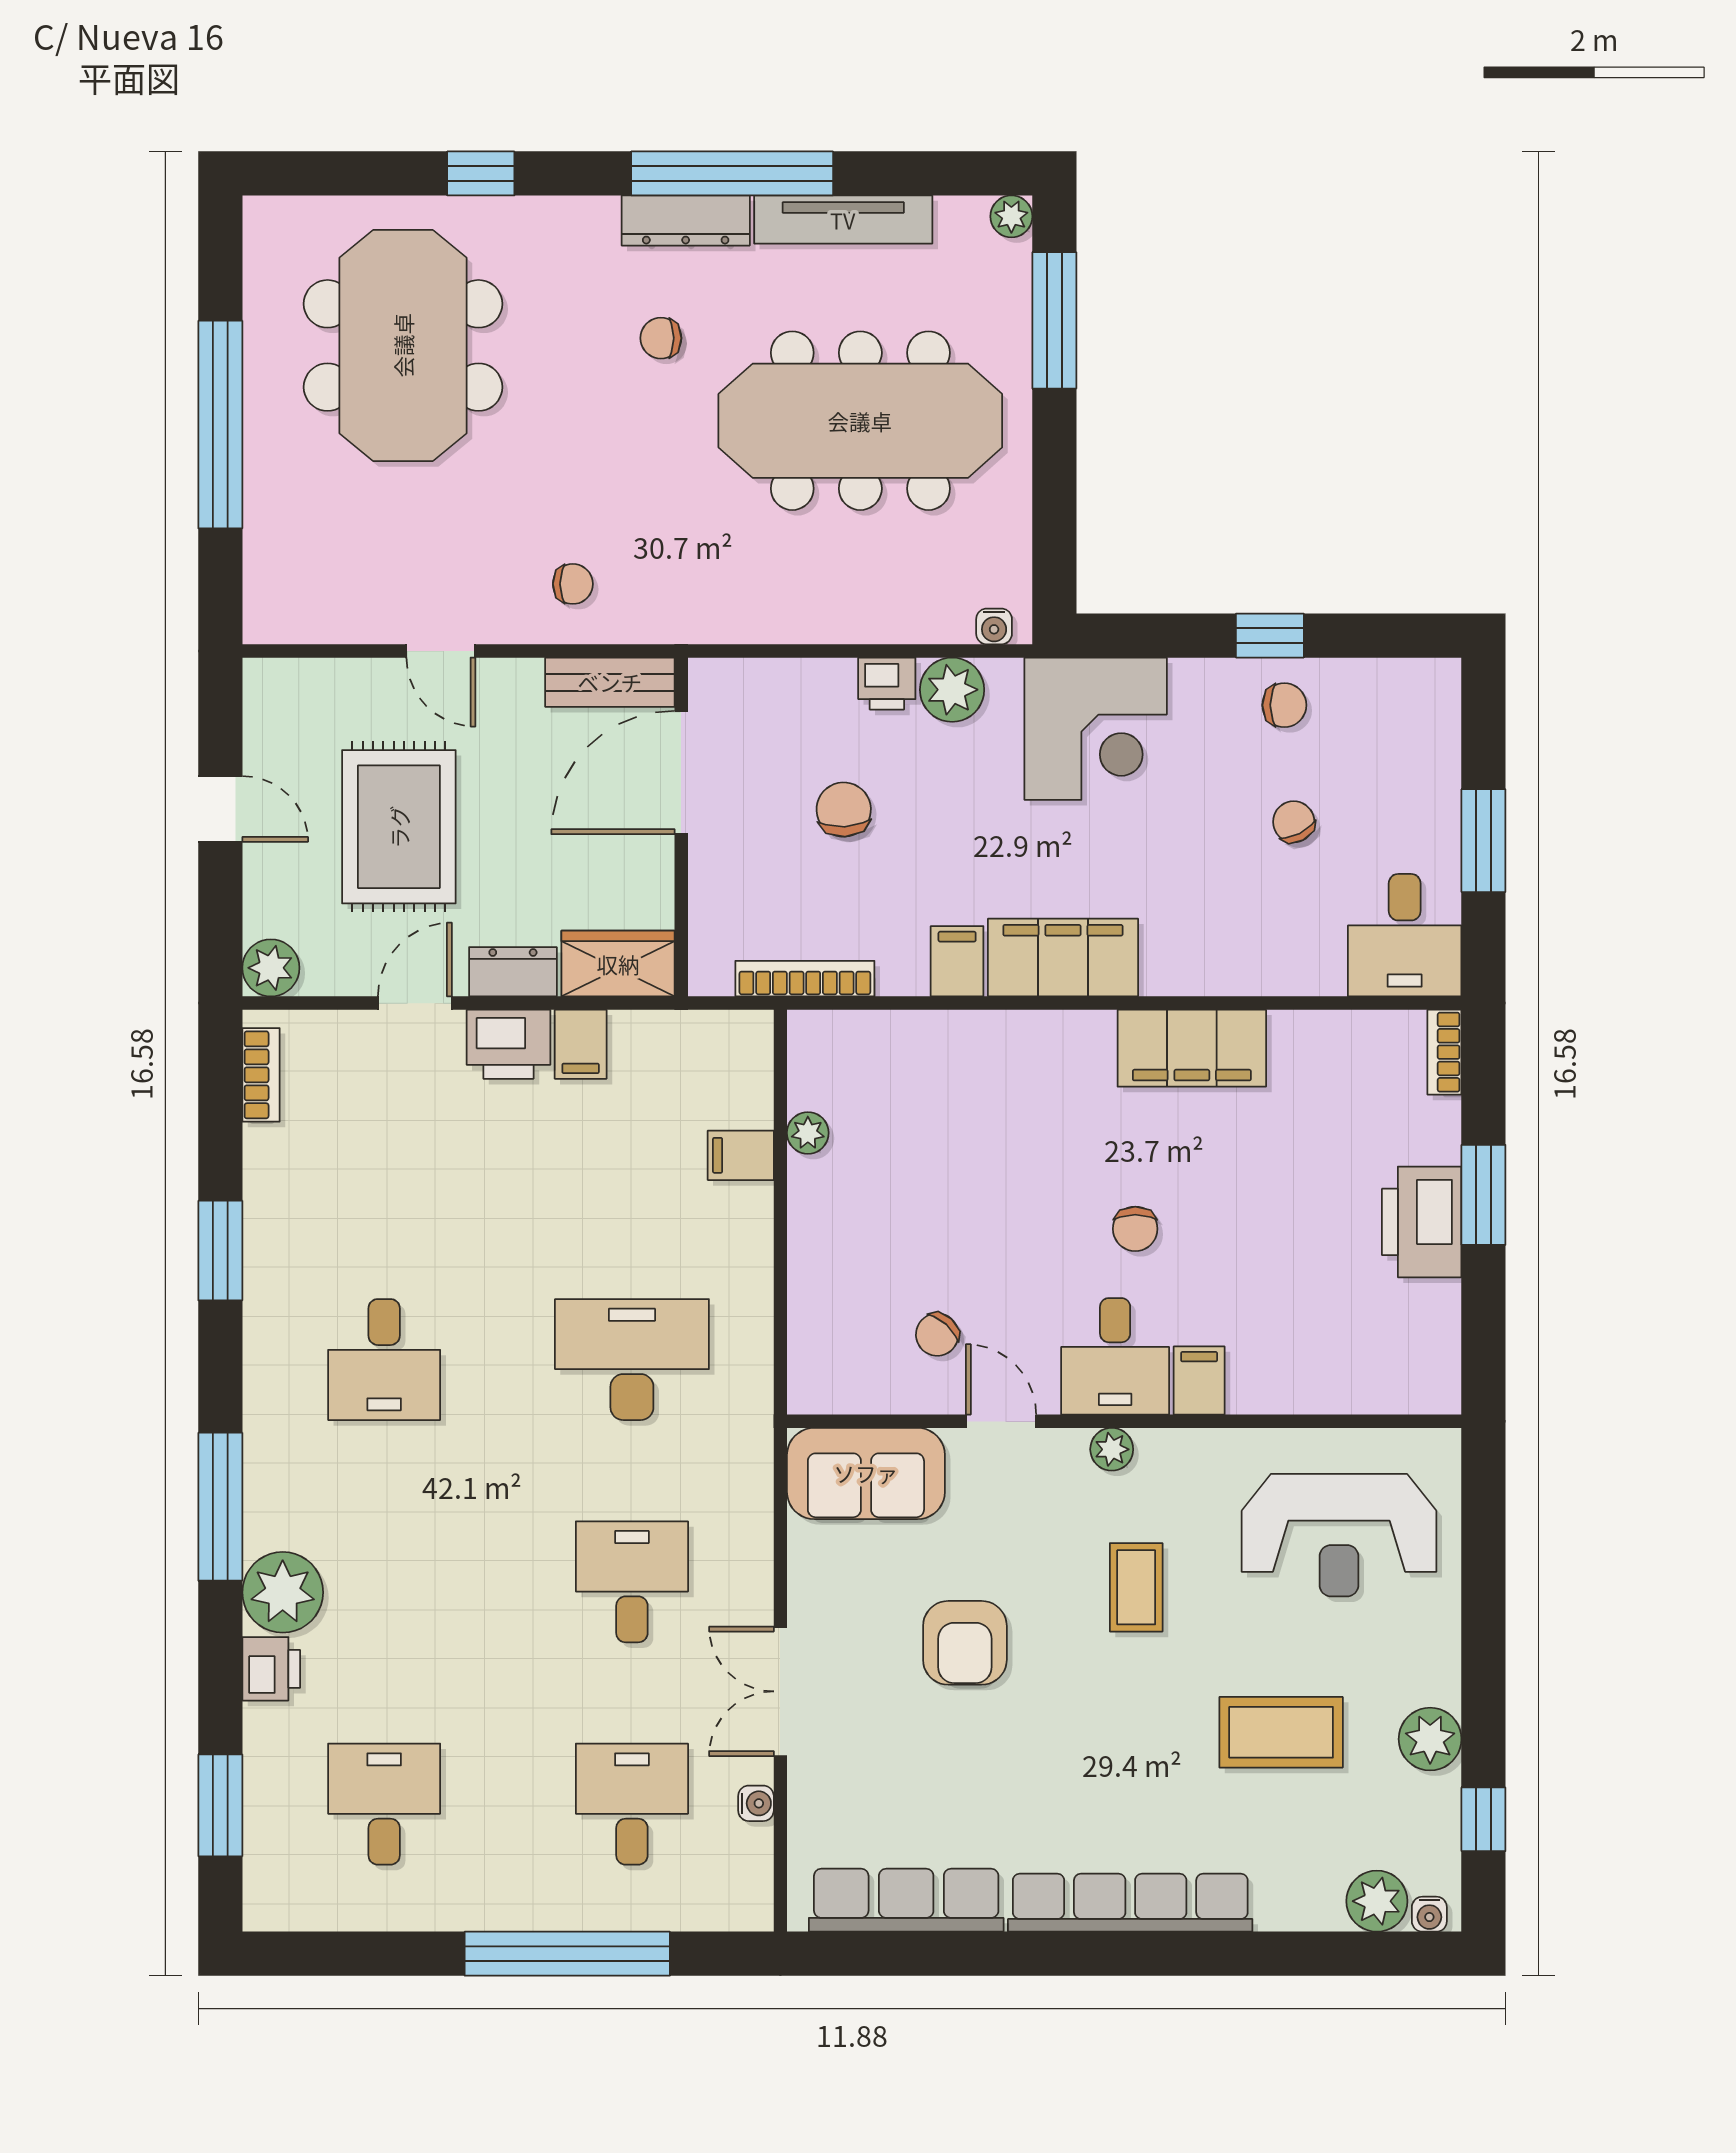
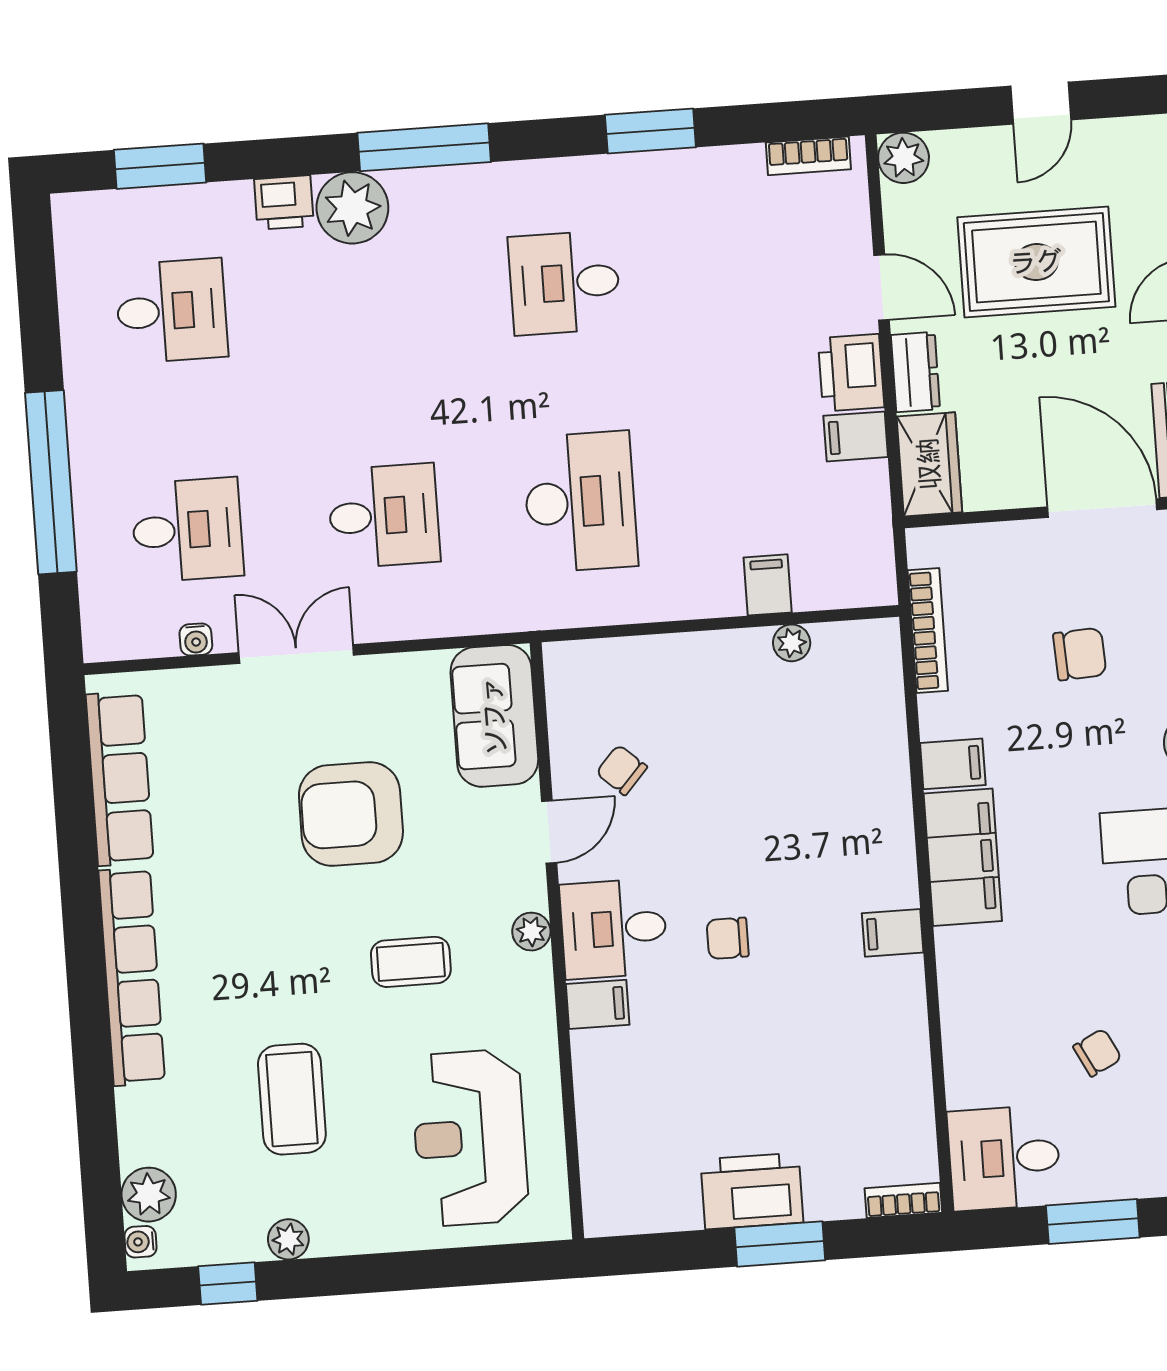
filing cabinet: (1192, 1048) -> (893, 933), width x0.33, depth x0.86
armchair: (965, 1643) -> (351, 814), width x1.36, depth x1.36
plant: (1430, 1739) -> (288, 1239), width x0.73, depth x0.73

